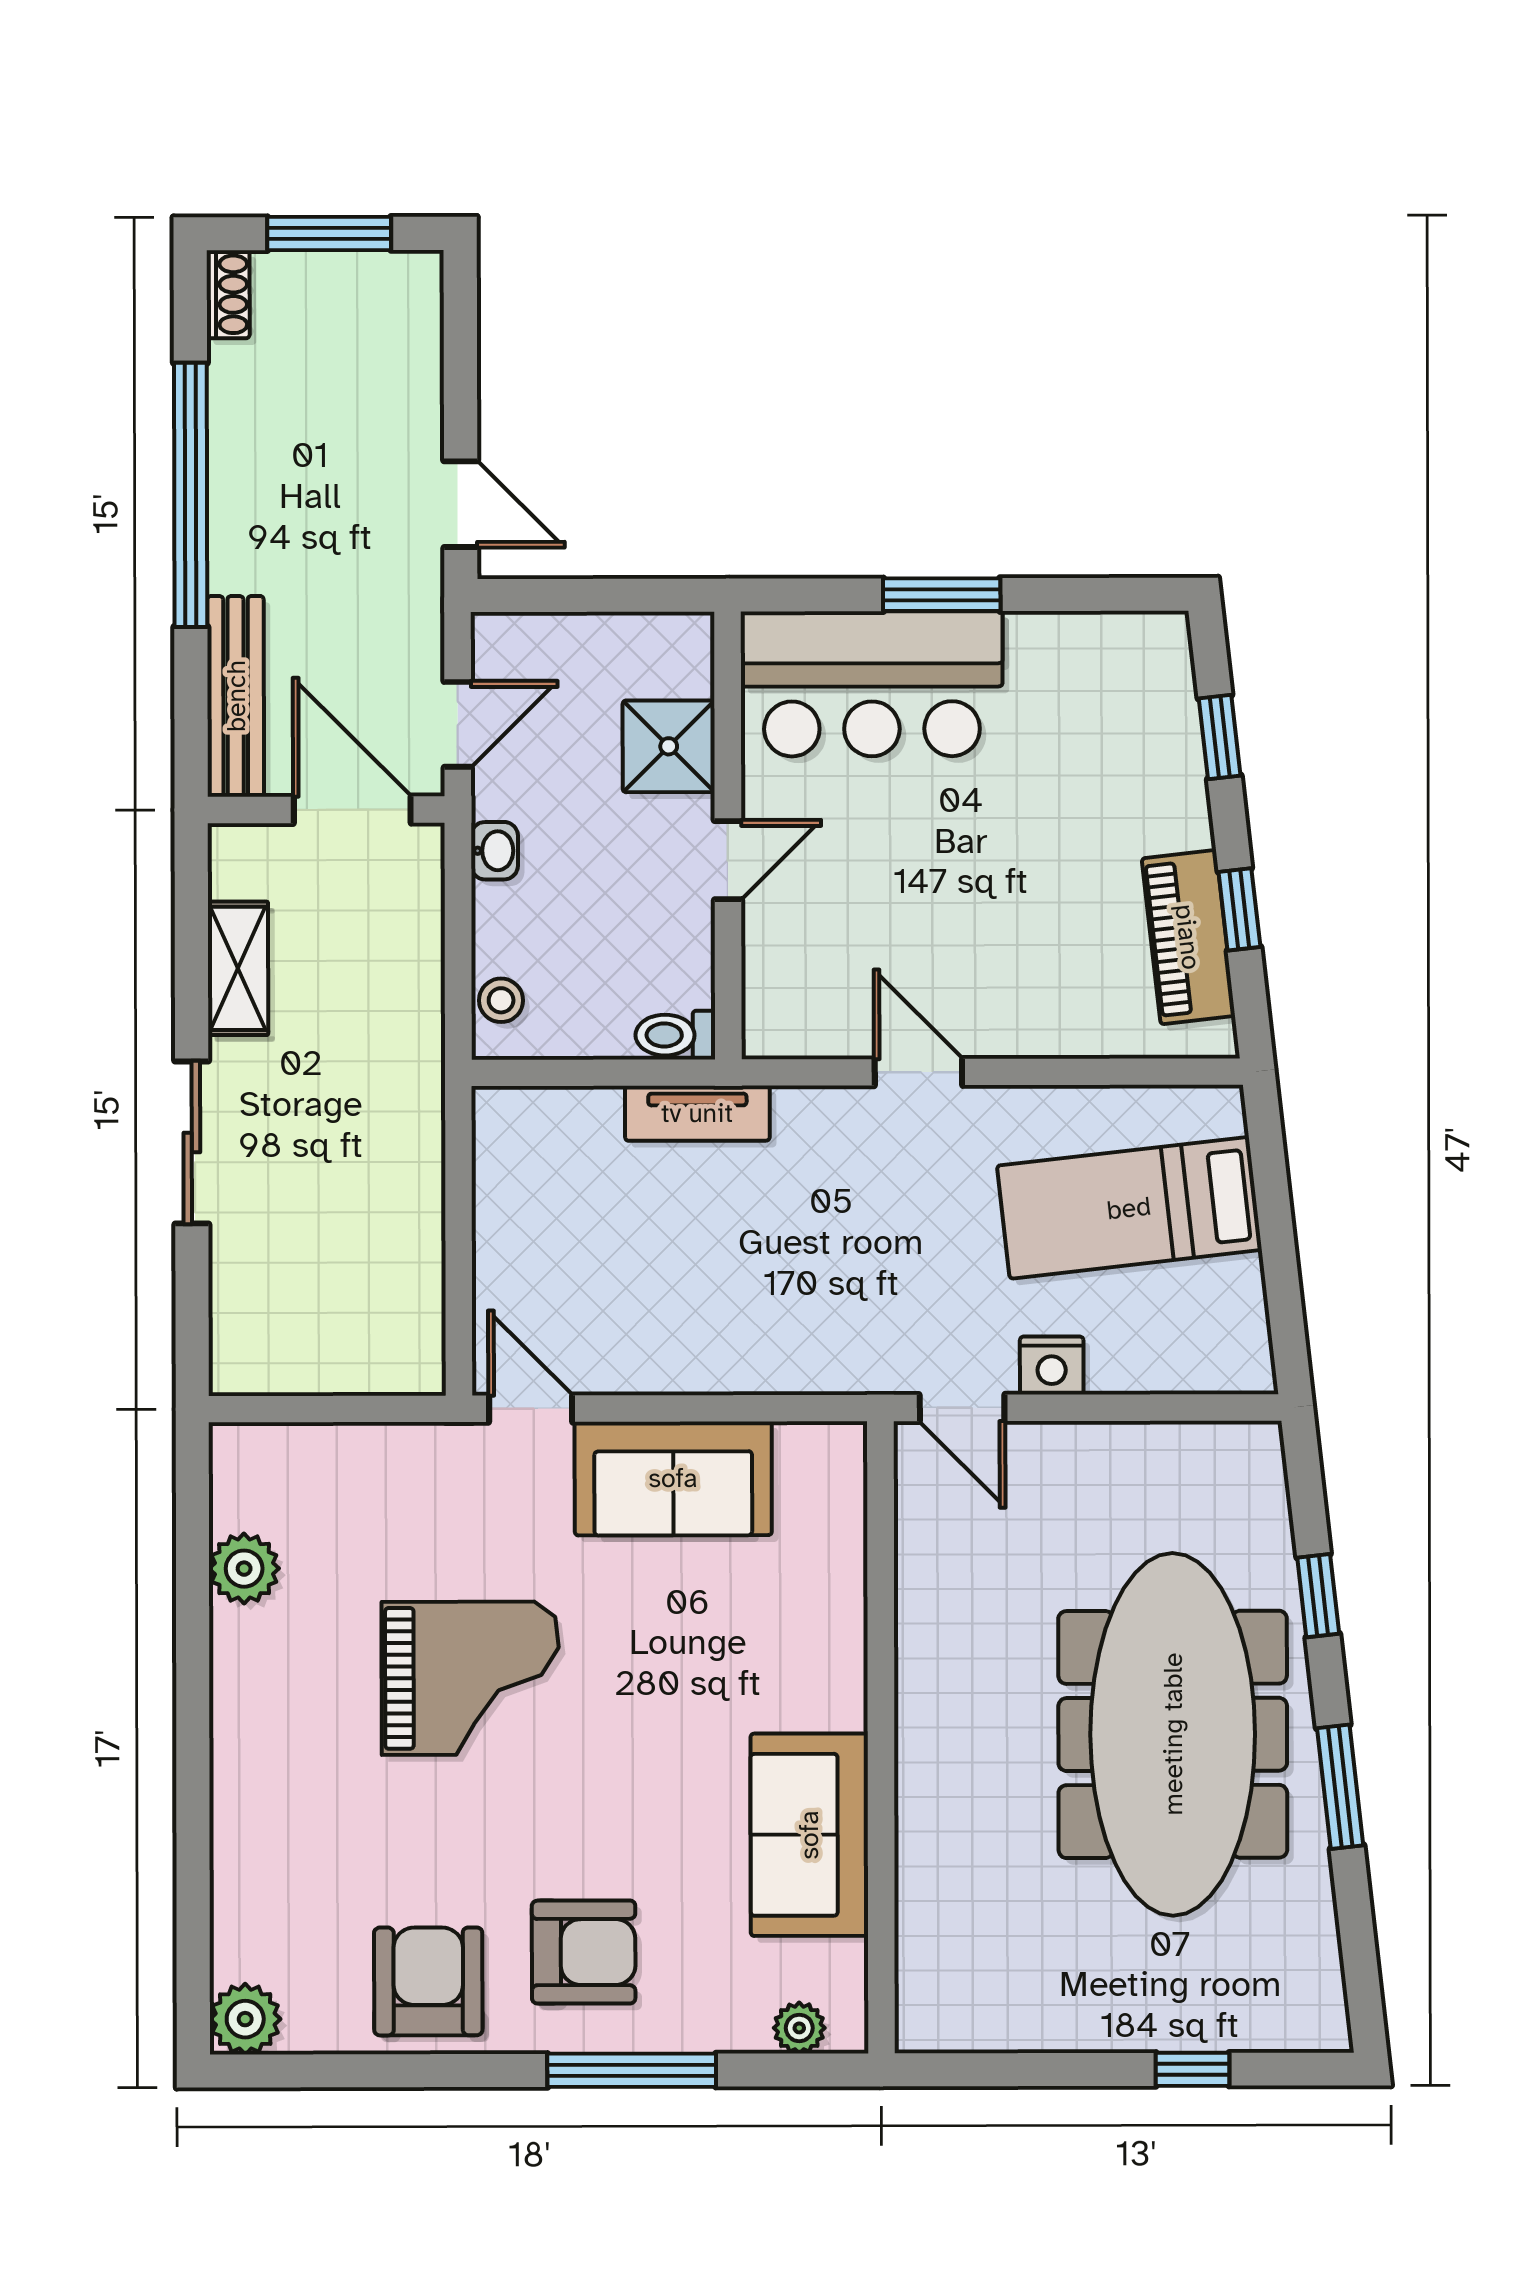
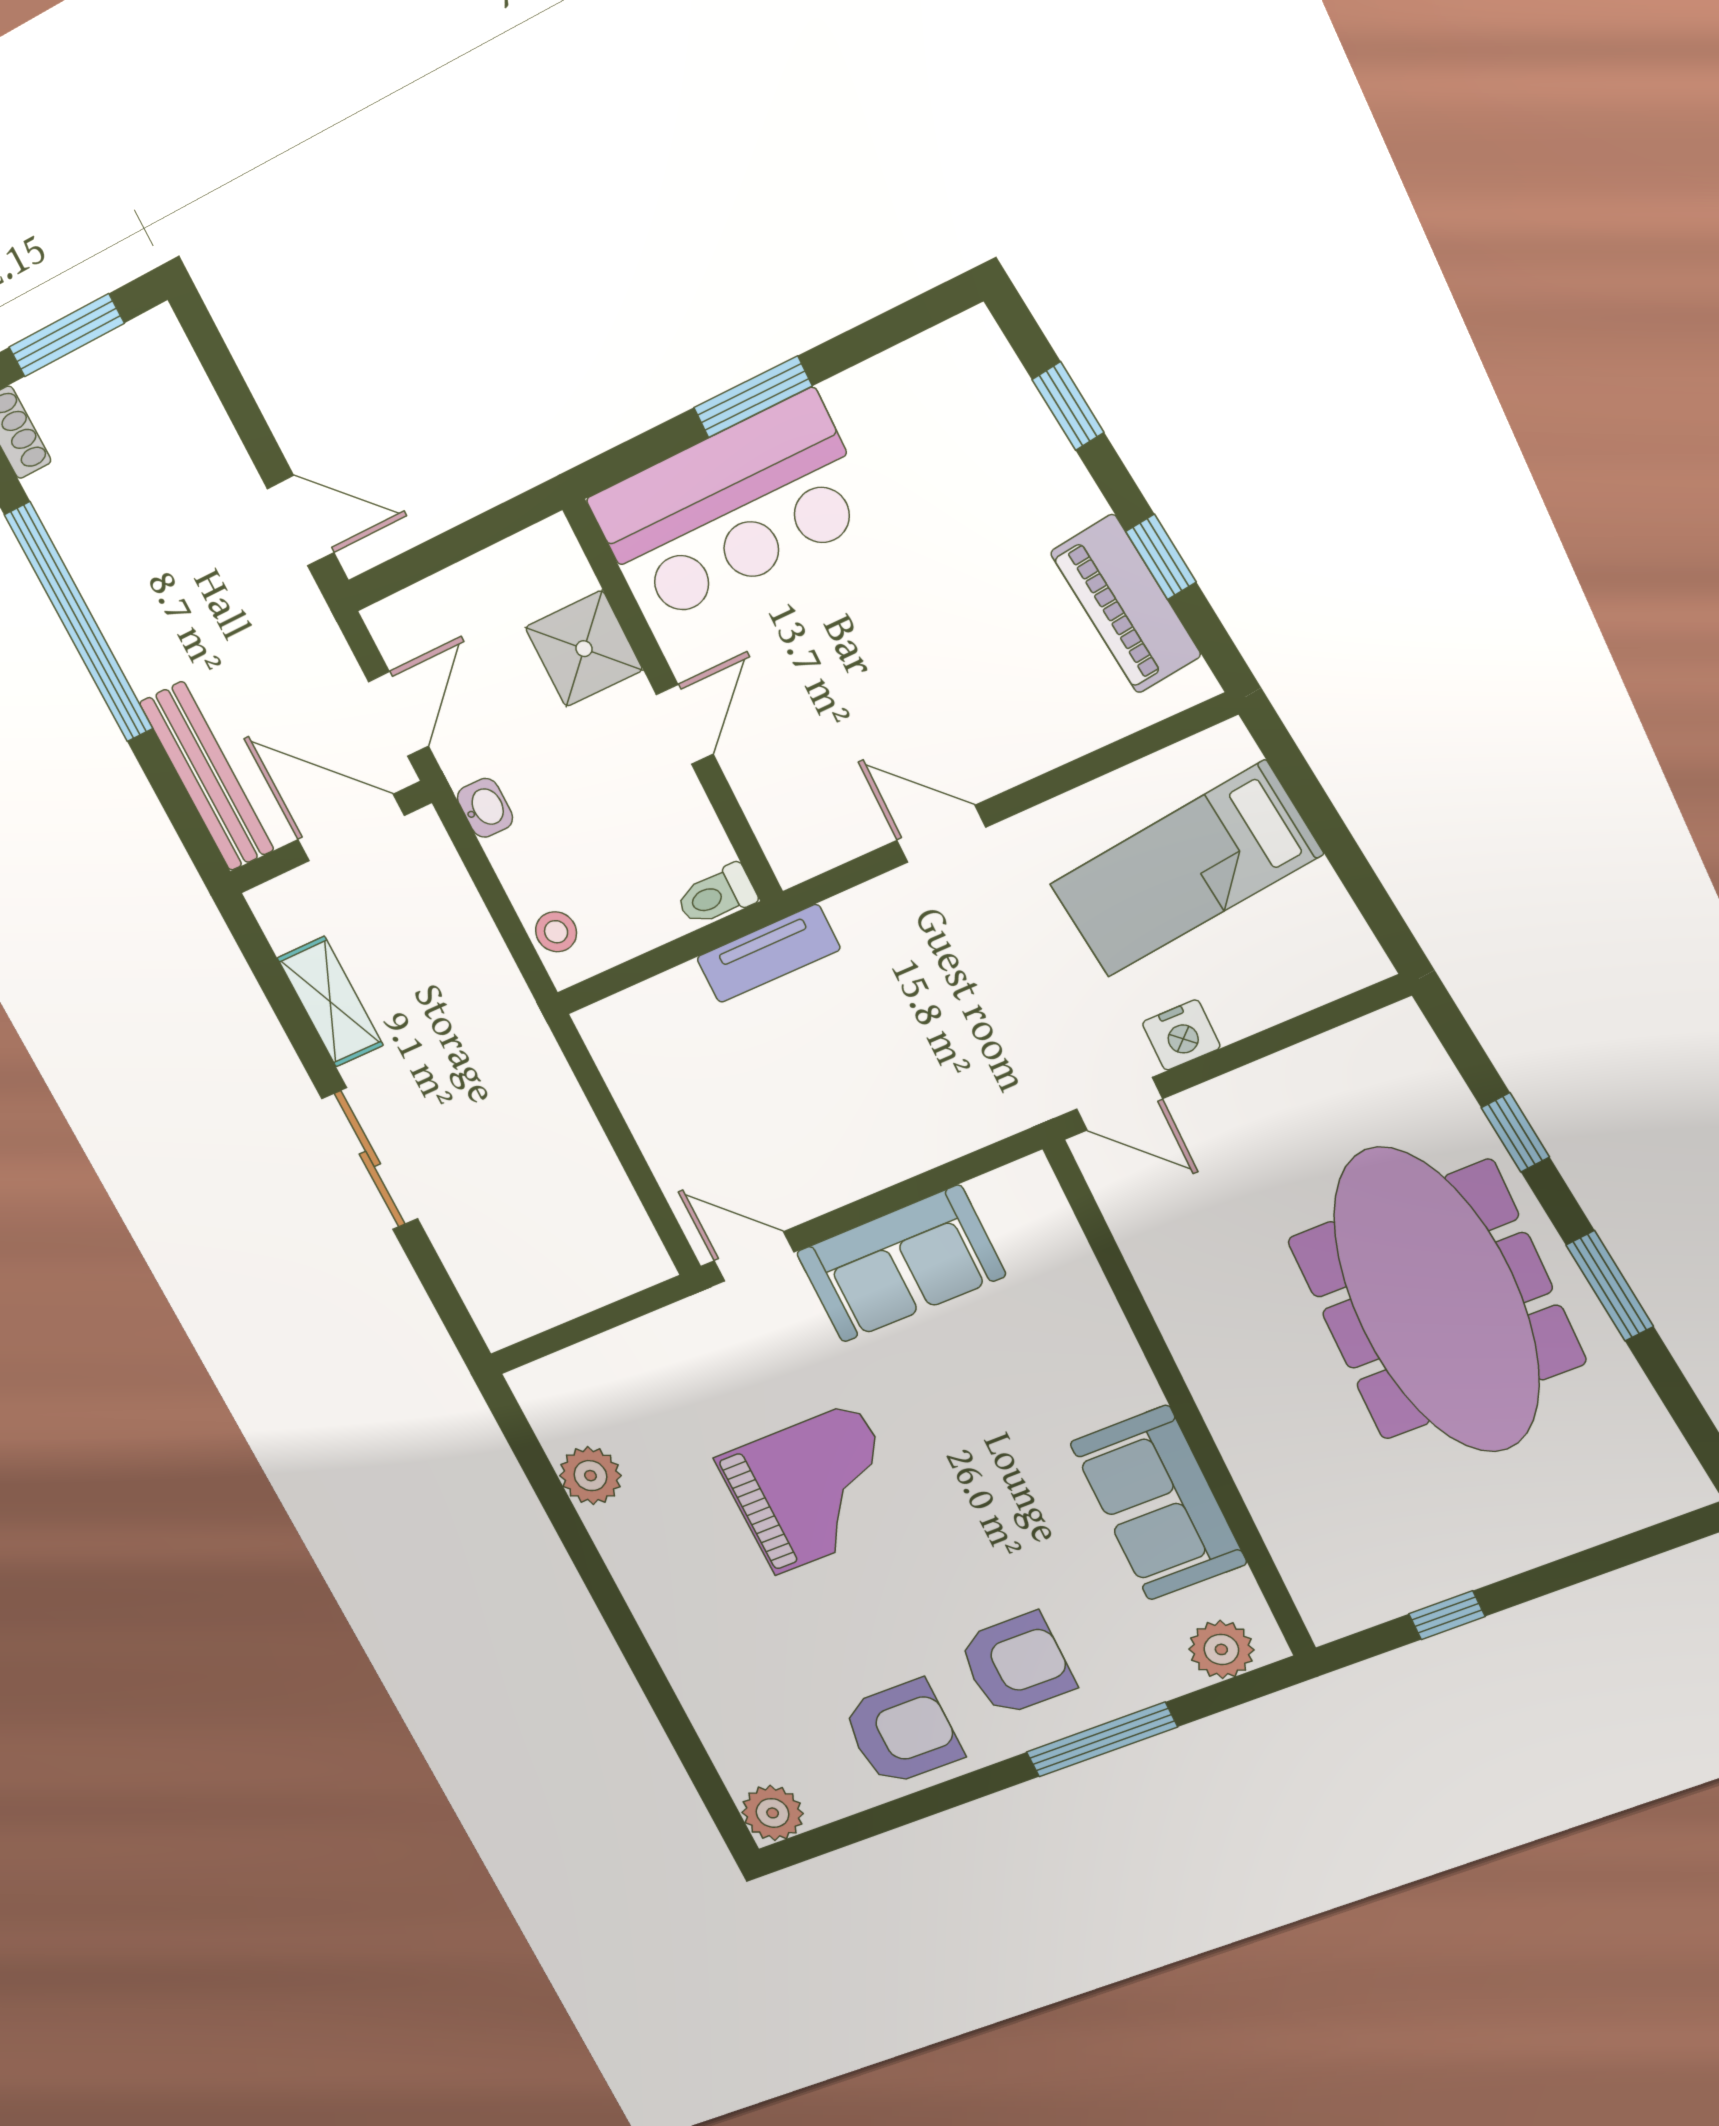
armchair: (428, 1981) -> (902, 1732), turned 90
plant: (799, 2028) -> (1221, 1649), width x1.38, depth x1.38
window: (1193, 2069) -> (1447, 1615), moved

